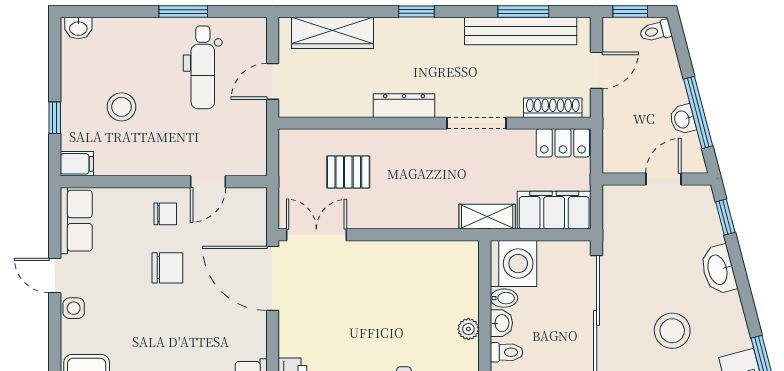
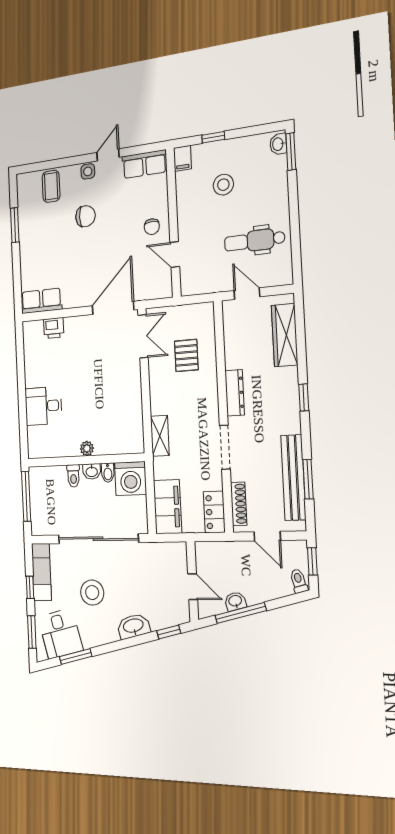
window: (183, 11) -> (291, 151), moved
shelving: (487, 217) -> (160, 436), moved
chair: (167, 268) -> (85, 216), moved, turned -90

